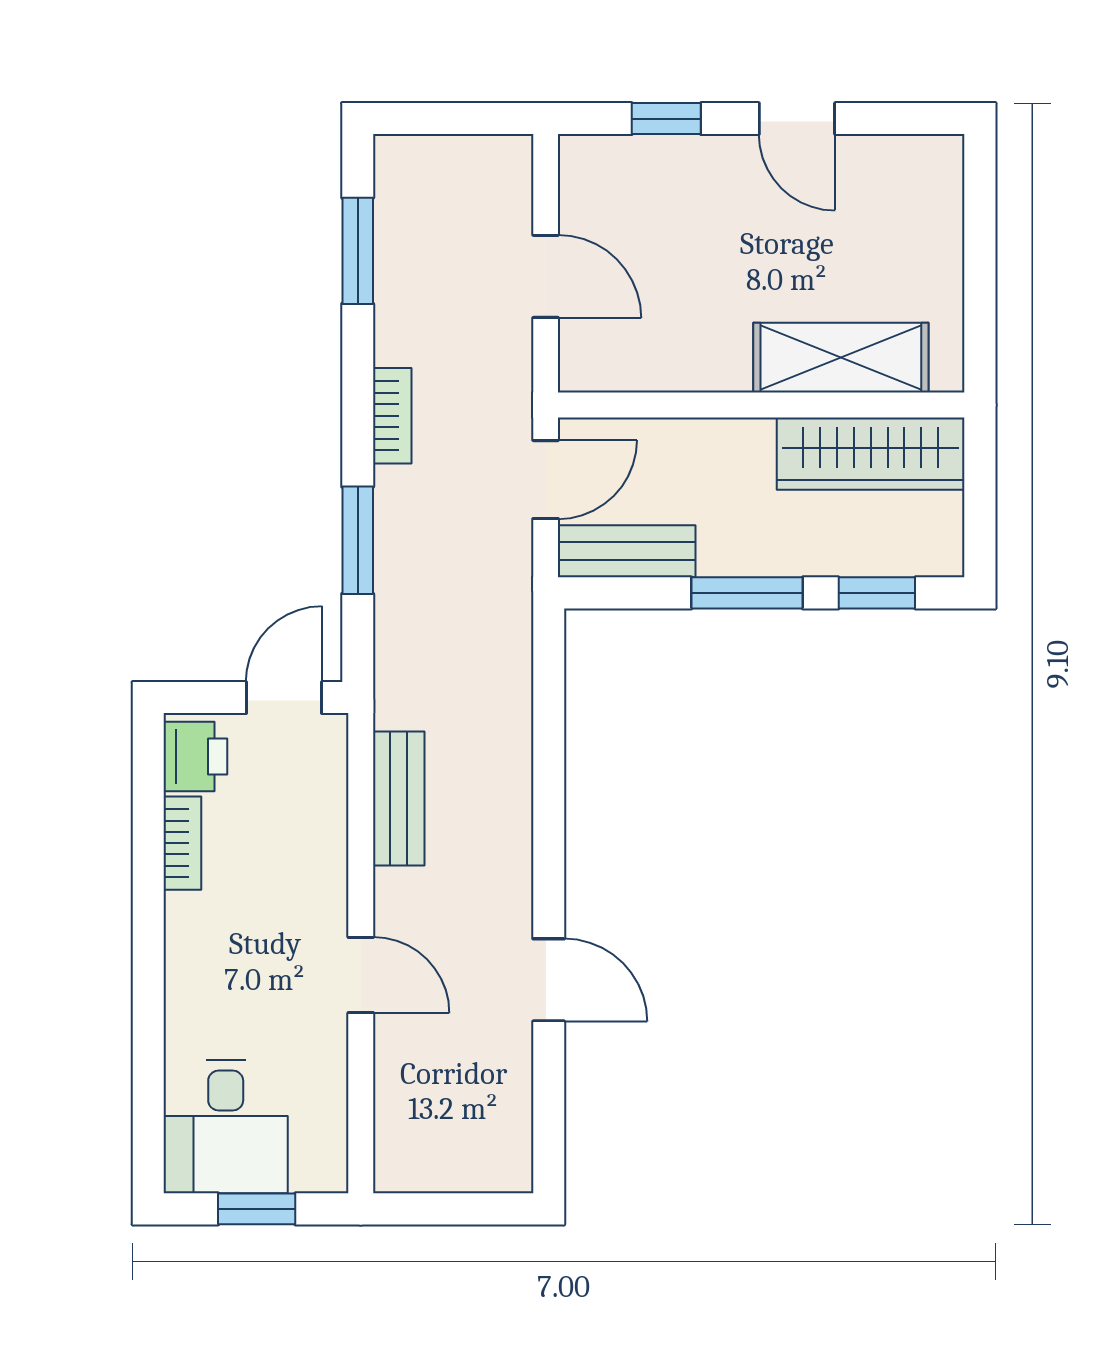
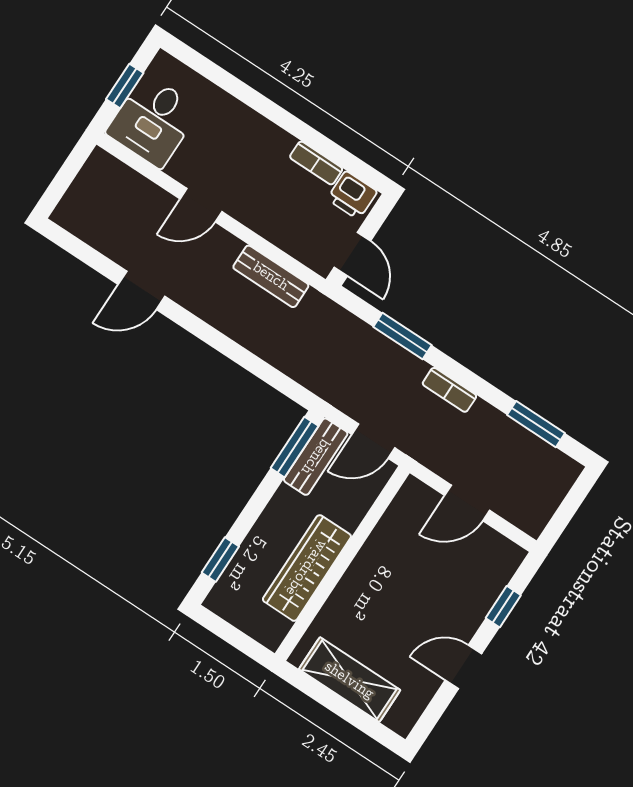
shelving: (841, 358) -> (350, 680), moved, turned 90
wardrobe: (871, 454) -> (307, 568), moved
door: (546, 480) -> (373, 441), hinge flipped
window: (747, 593) -> (295, 447), moved
desk: (226, 1127) -> (153, 121), moved, turned -90

